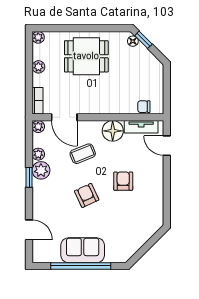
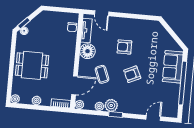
dining table: (86, 56) -> (32, 65), turned 90
door: (167, 146) -> (102, 13), hinge flipped
sofa: (83, 250) -> (173, 67), moved

